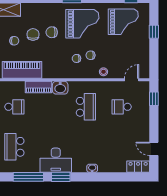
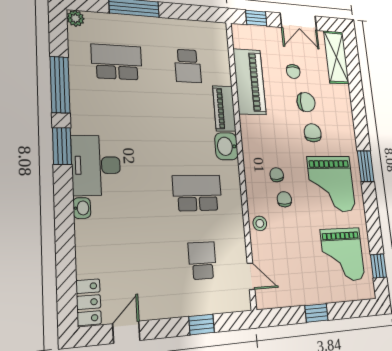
window: (154, 32) -> (316, 313), moved
window: (154, 99) -> (202, 325), moved
school desk: (86, 107) -> (197, 193), turned 180
desk: (56, 160) -> (96, 165), moved

